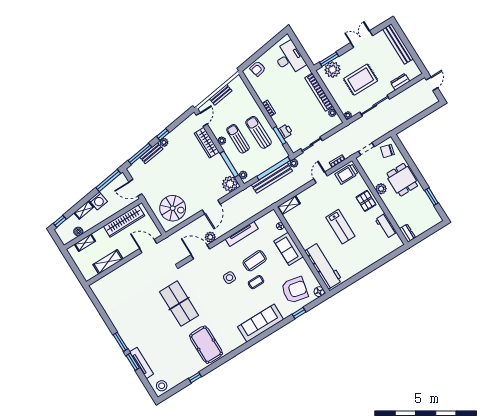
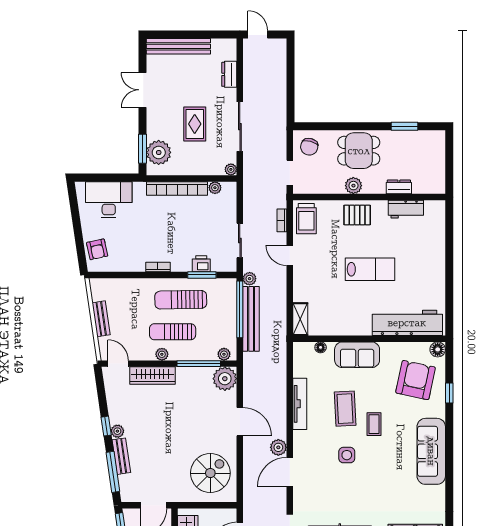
rug: (361, 80) -> (195, 124), width x0.73, depth x0.70
dresser: (407, 233) -> (399, 187), moved

